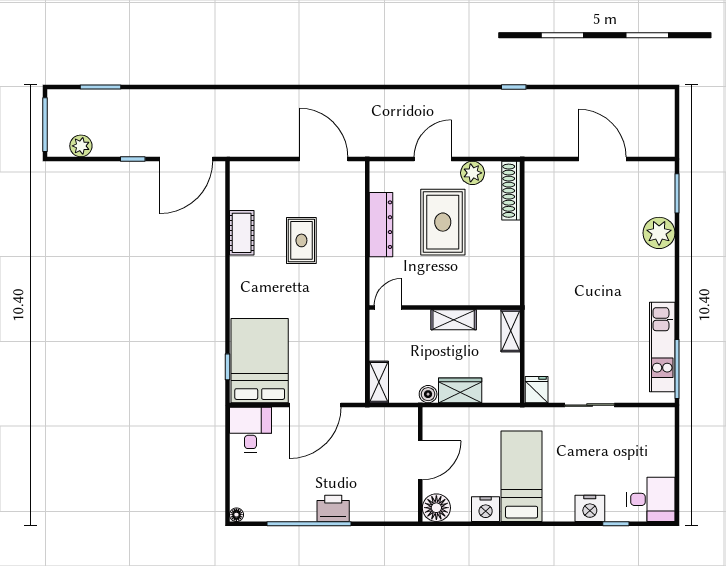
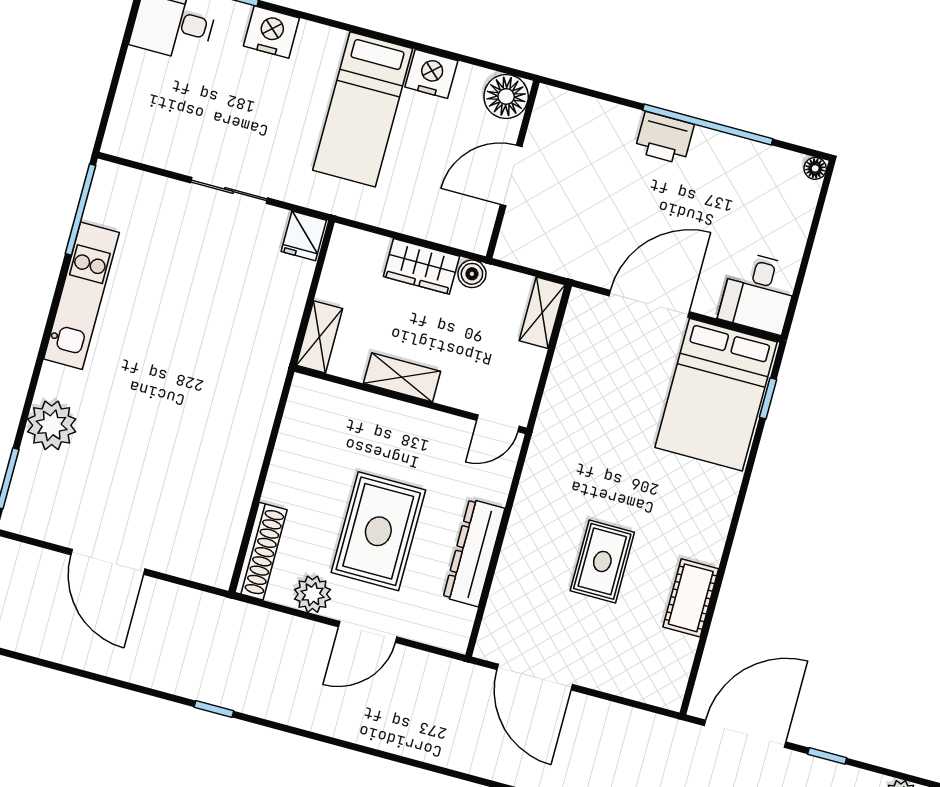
kitchen unit: (662, 347) -> (81, 296), moved

